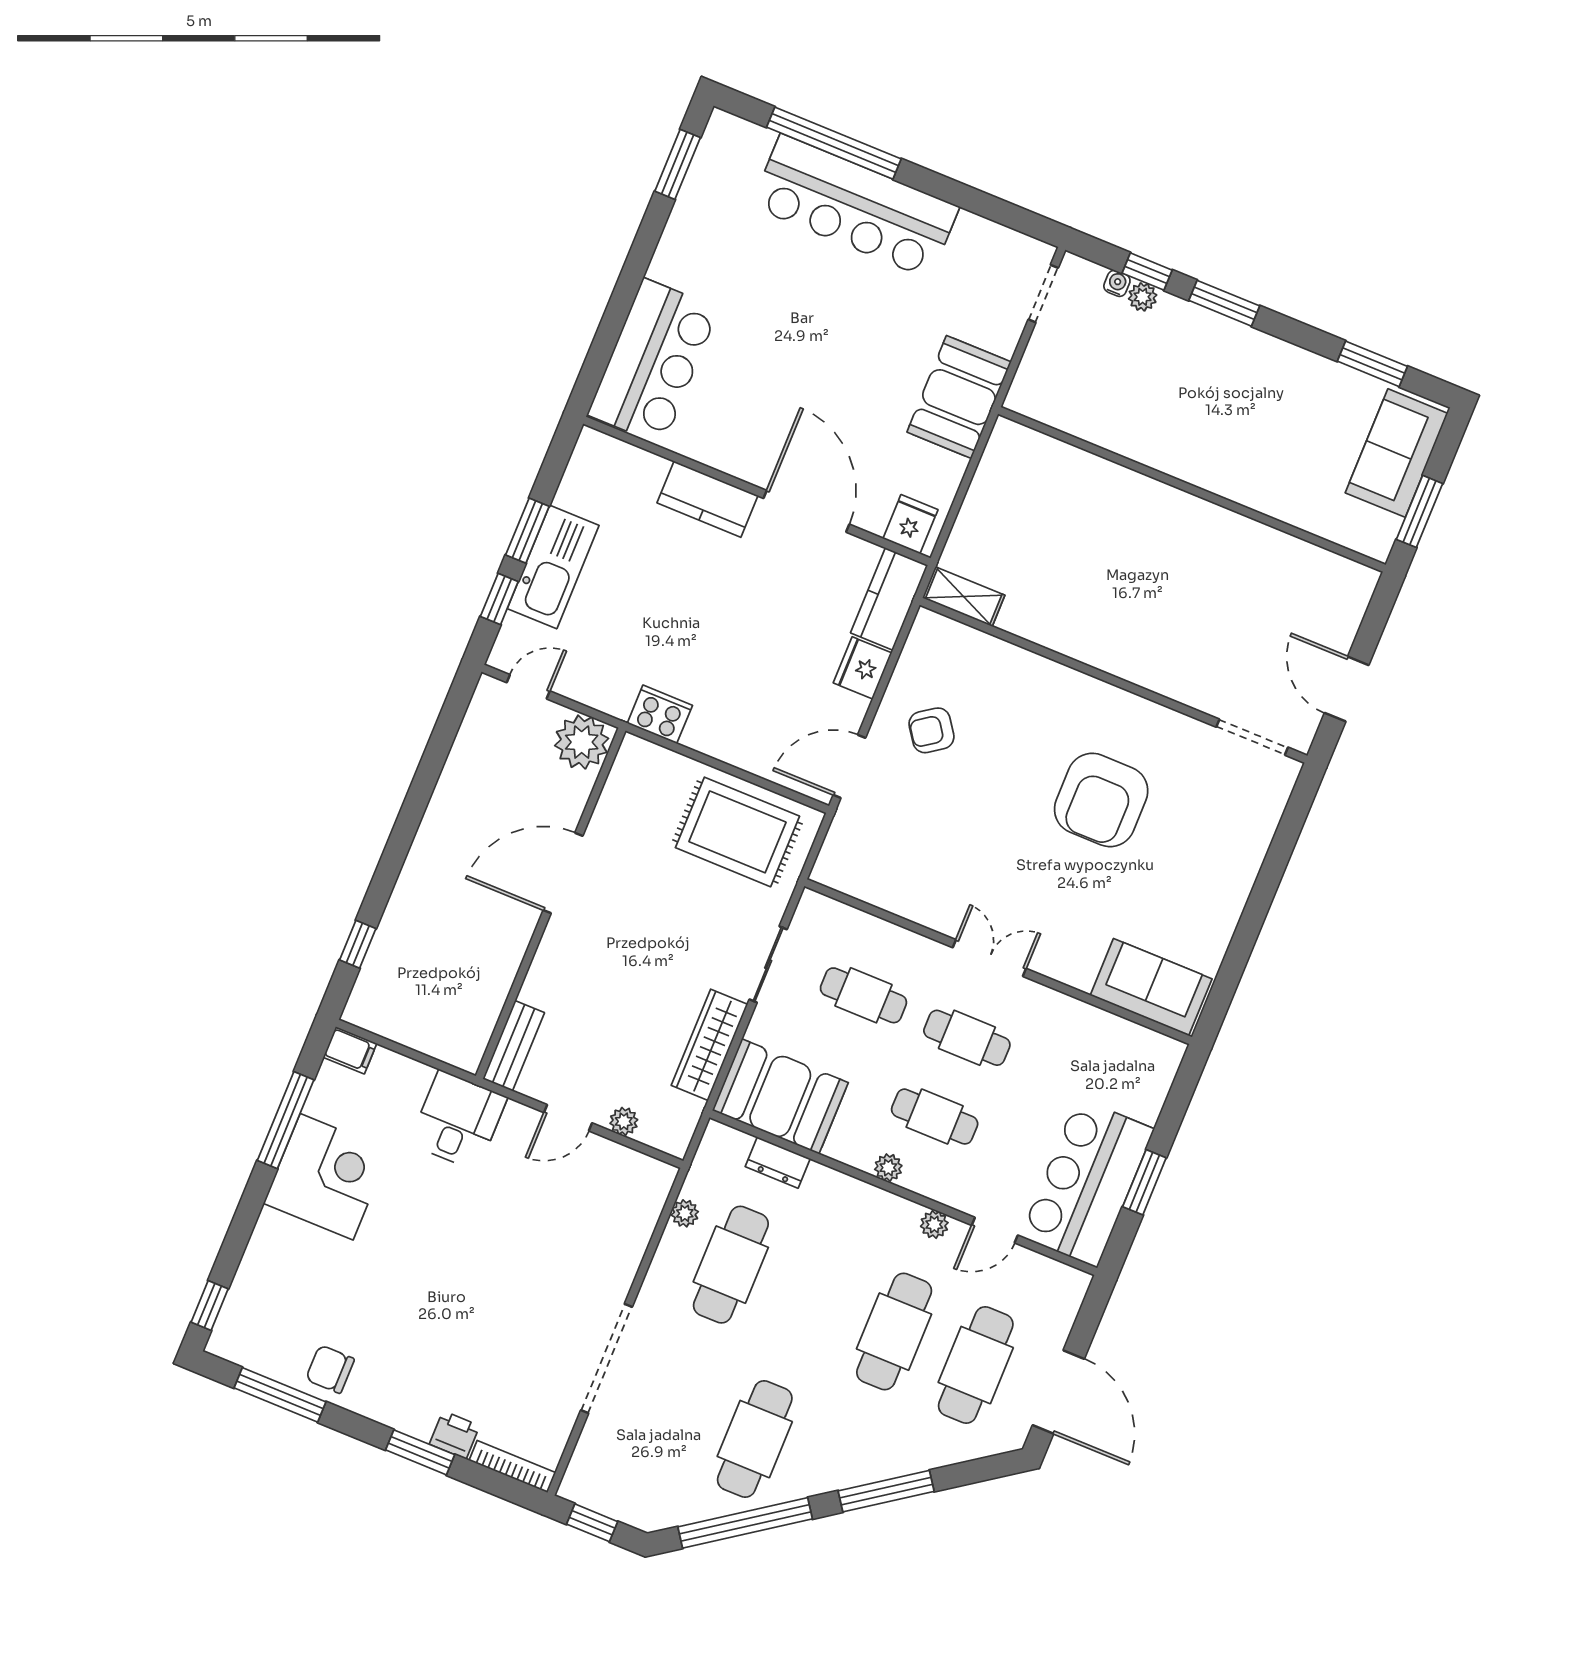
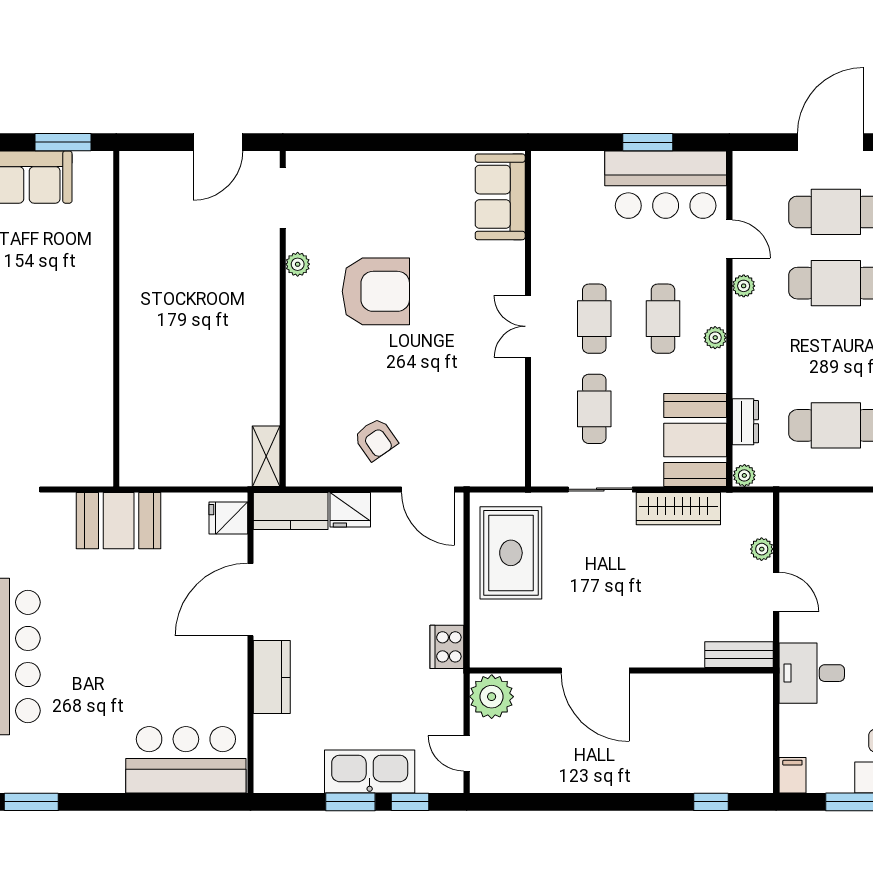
plant: (1169, 723) -> (298, 264), added
plant: (685, 1213) -> (744, 475), moved

